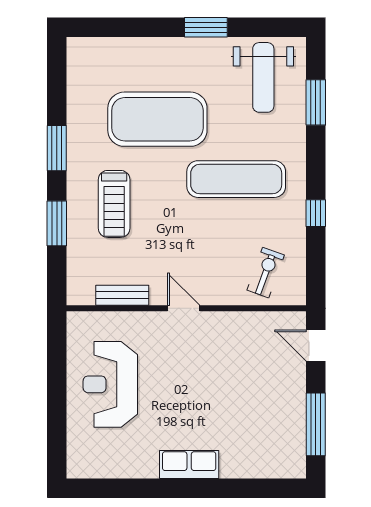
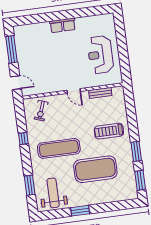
treadmill: (114, 204) -> (109, 131), turned -90
window: (57, 223) -> (140, 180), moved
reception desk: (110, 384) -> (100, 55), turned 180

